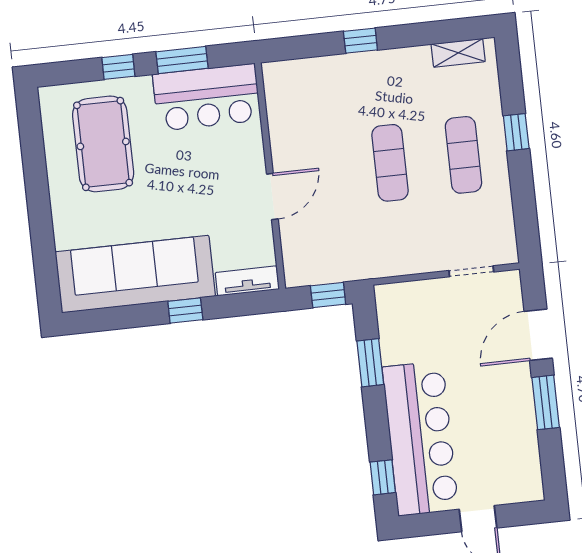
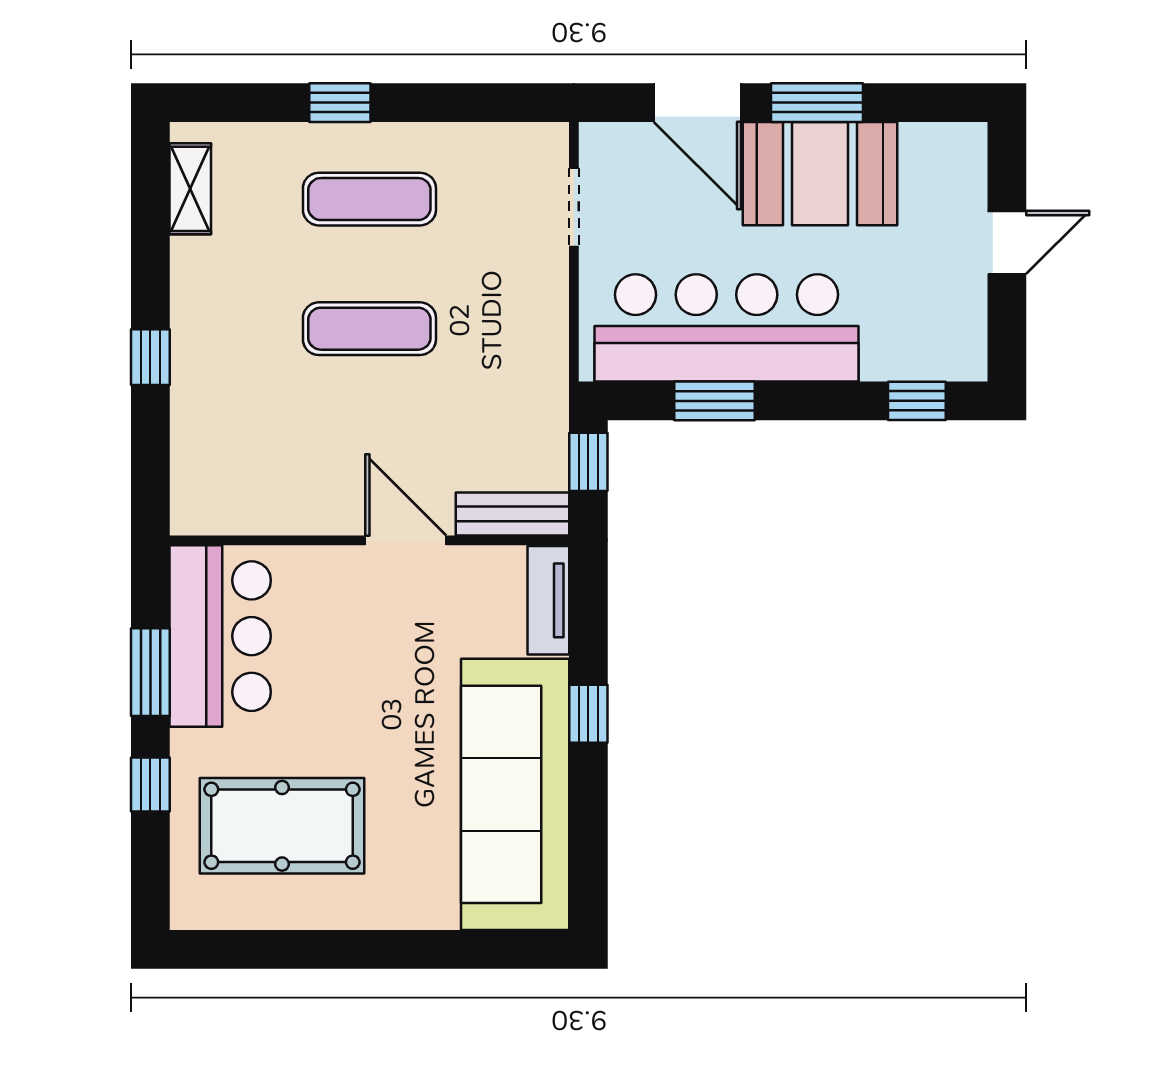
bench: (294, 255) -> (512, 514), added
booth: (506, 409) -> (820, 174), added
bar counter: (420, 438) -> (726, 328), moved

